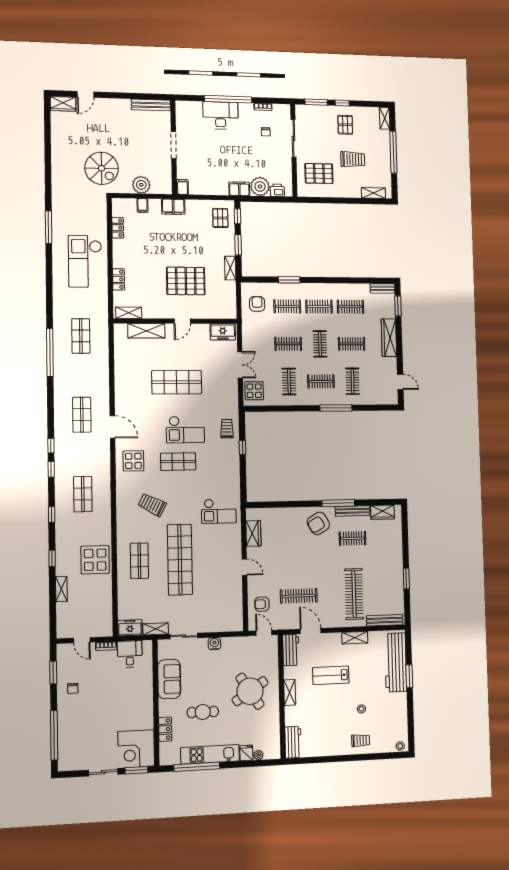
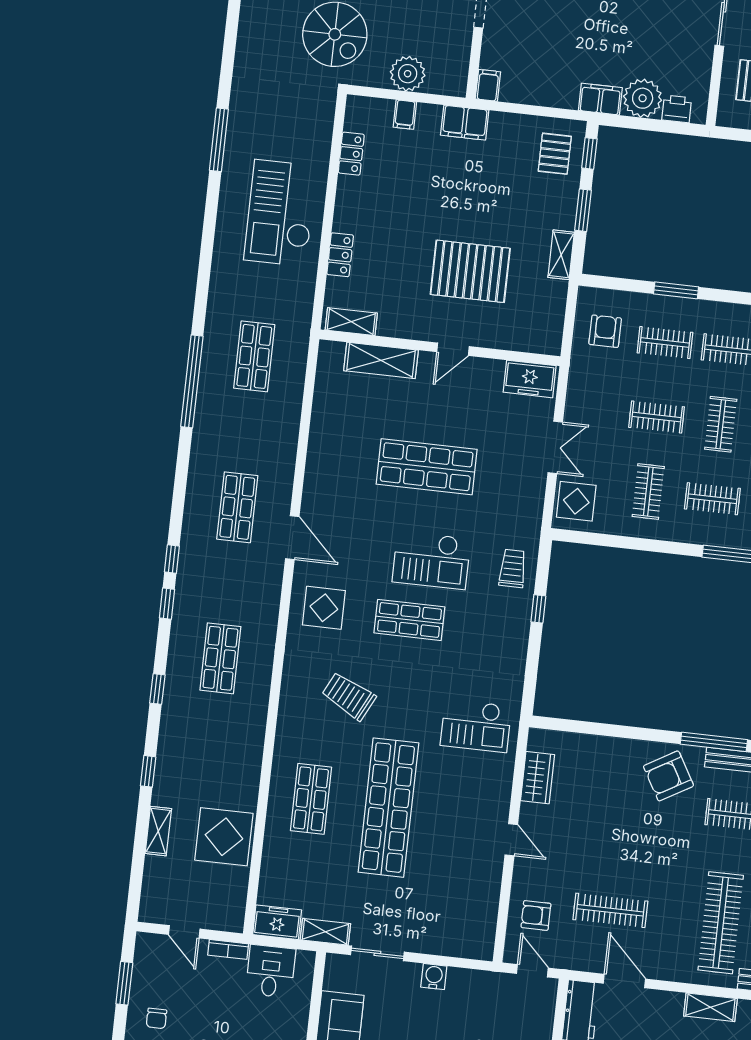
display table: (95, 560) -> (224, 837), moved

